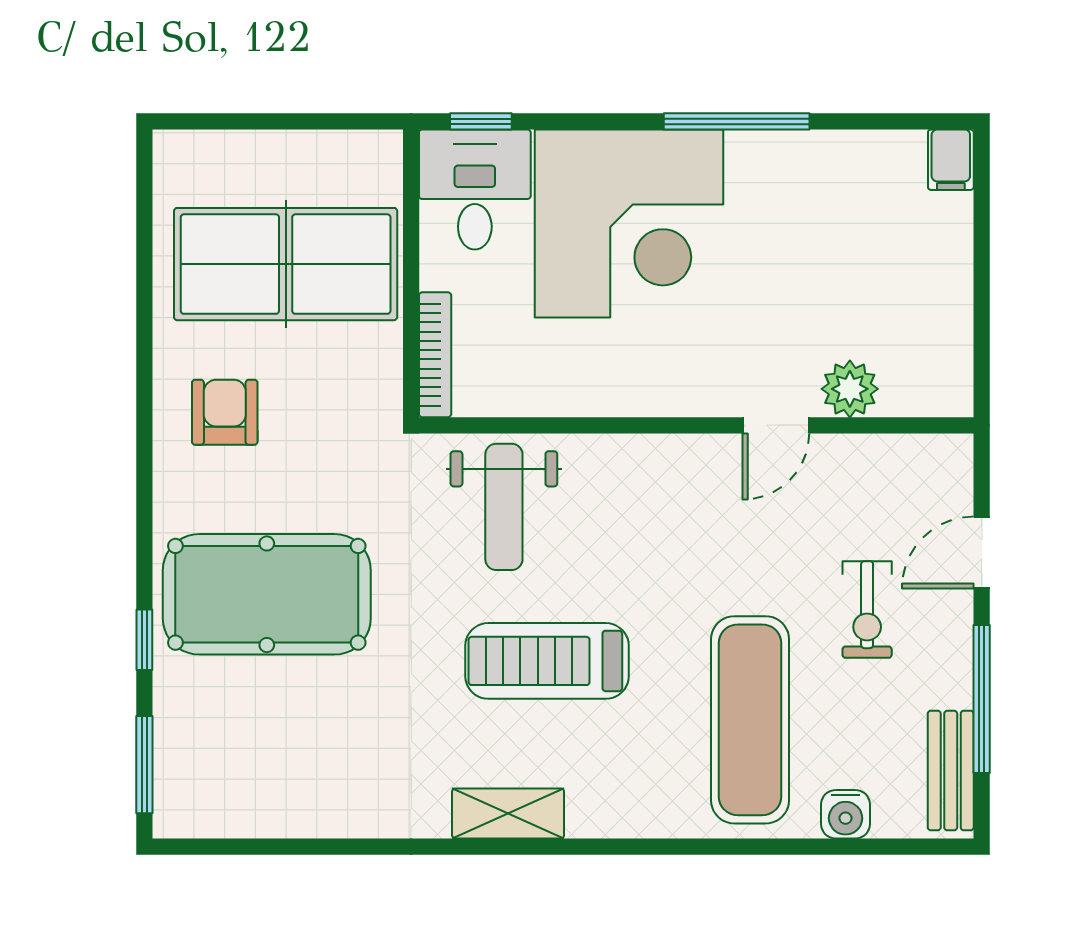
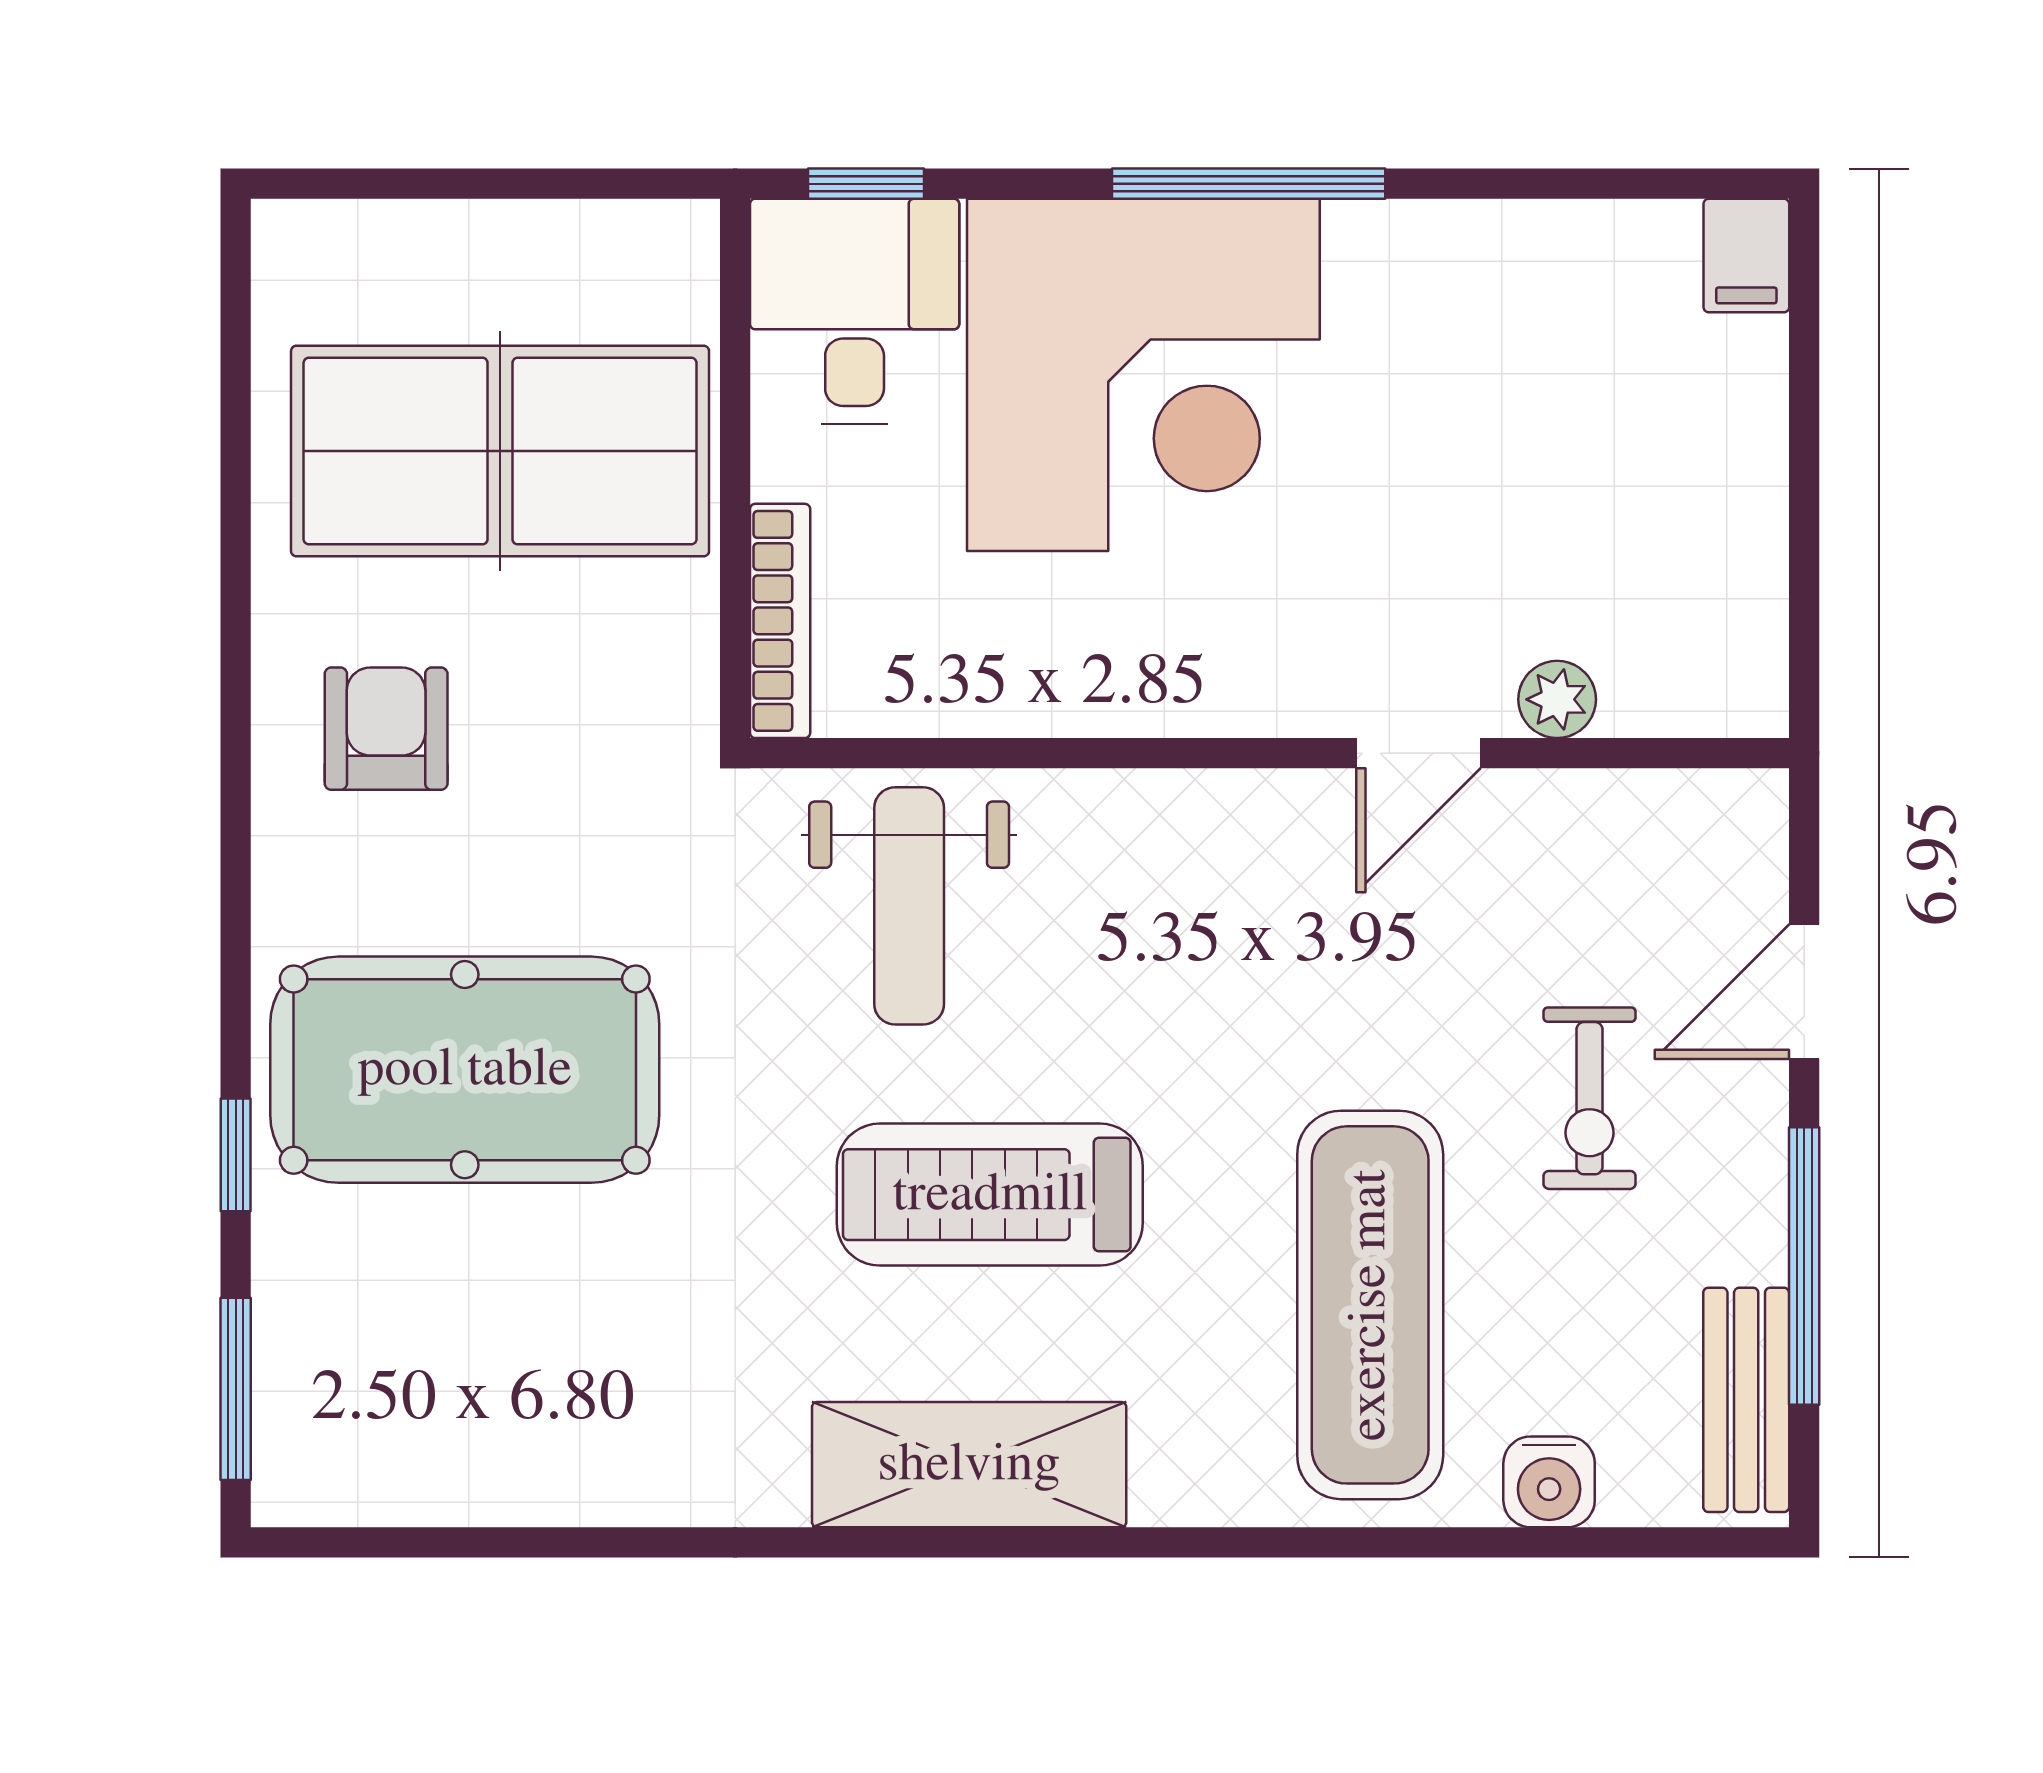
window: (737, 121) -> (1249, 184), moved
plant: (850, 389) -> (1557, 699), width x0.73, depth x0.73
shelving: (508, 813) -> (969, 1465), width x1.50, depth x1.33

